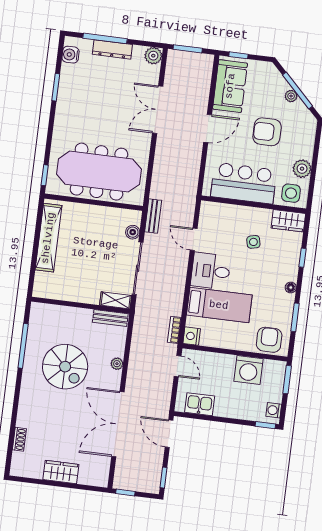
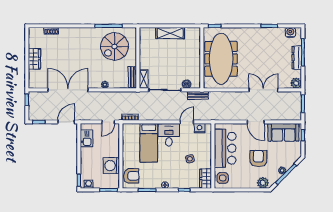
plant: (302, 169) -> (263, 183), moved
shelving: (48, 238) -> (170, 33), width x0.68
nightstand: (192, 336) -> (200, 128), moved
spiral stairs: (65, 367) -> (114, 46), moved

